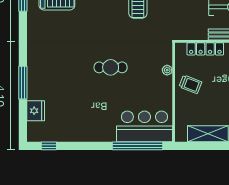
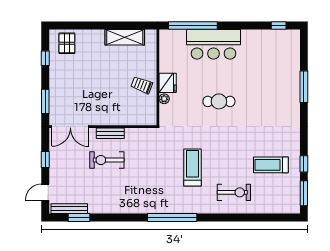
locker: (205, 49) -> (127, 119), removed
fridge: (36, 111) -> (168, 83), moved, turned 180
bar counter: (144, 126) -> (213, 44), moved

